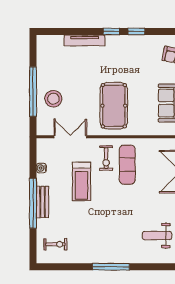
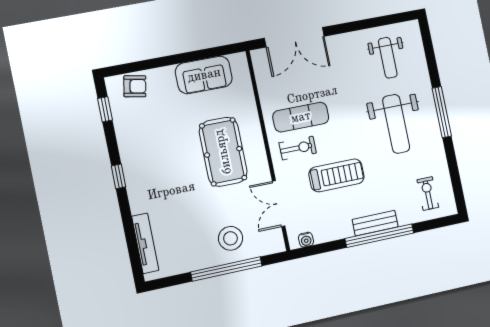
window: (136, 31) -> (105, 109), moved
tv unit: (85, 40) -> (145, 243), moved
pool table: (114, 106) -> (223, 152), turned 90
water cooler: (41, 168) -> (306, 240), moved
weight bench: (109, 232) -> (396, 124), added

